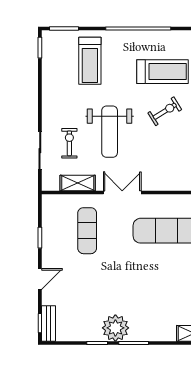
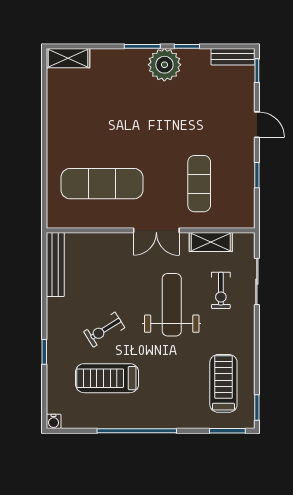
treadmill: (90, 61) -> (223, 383), moved
door: (40, 279) -> (257, 125), swing flipped
bench: (48, 323) -> (233, 57), moved, turned 90

